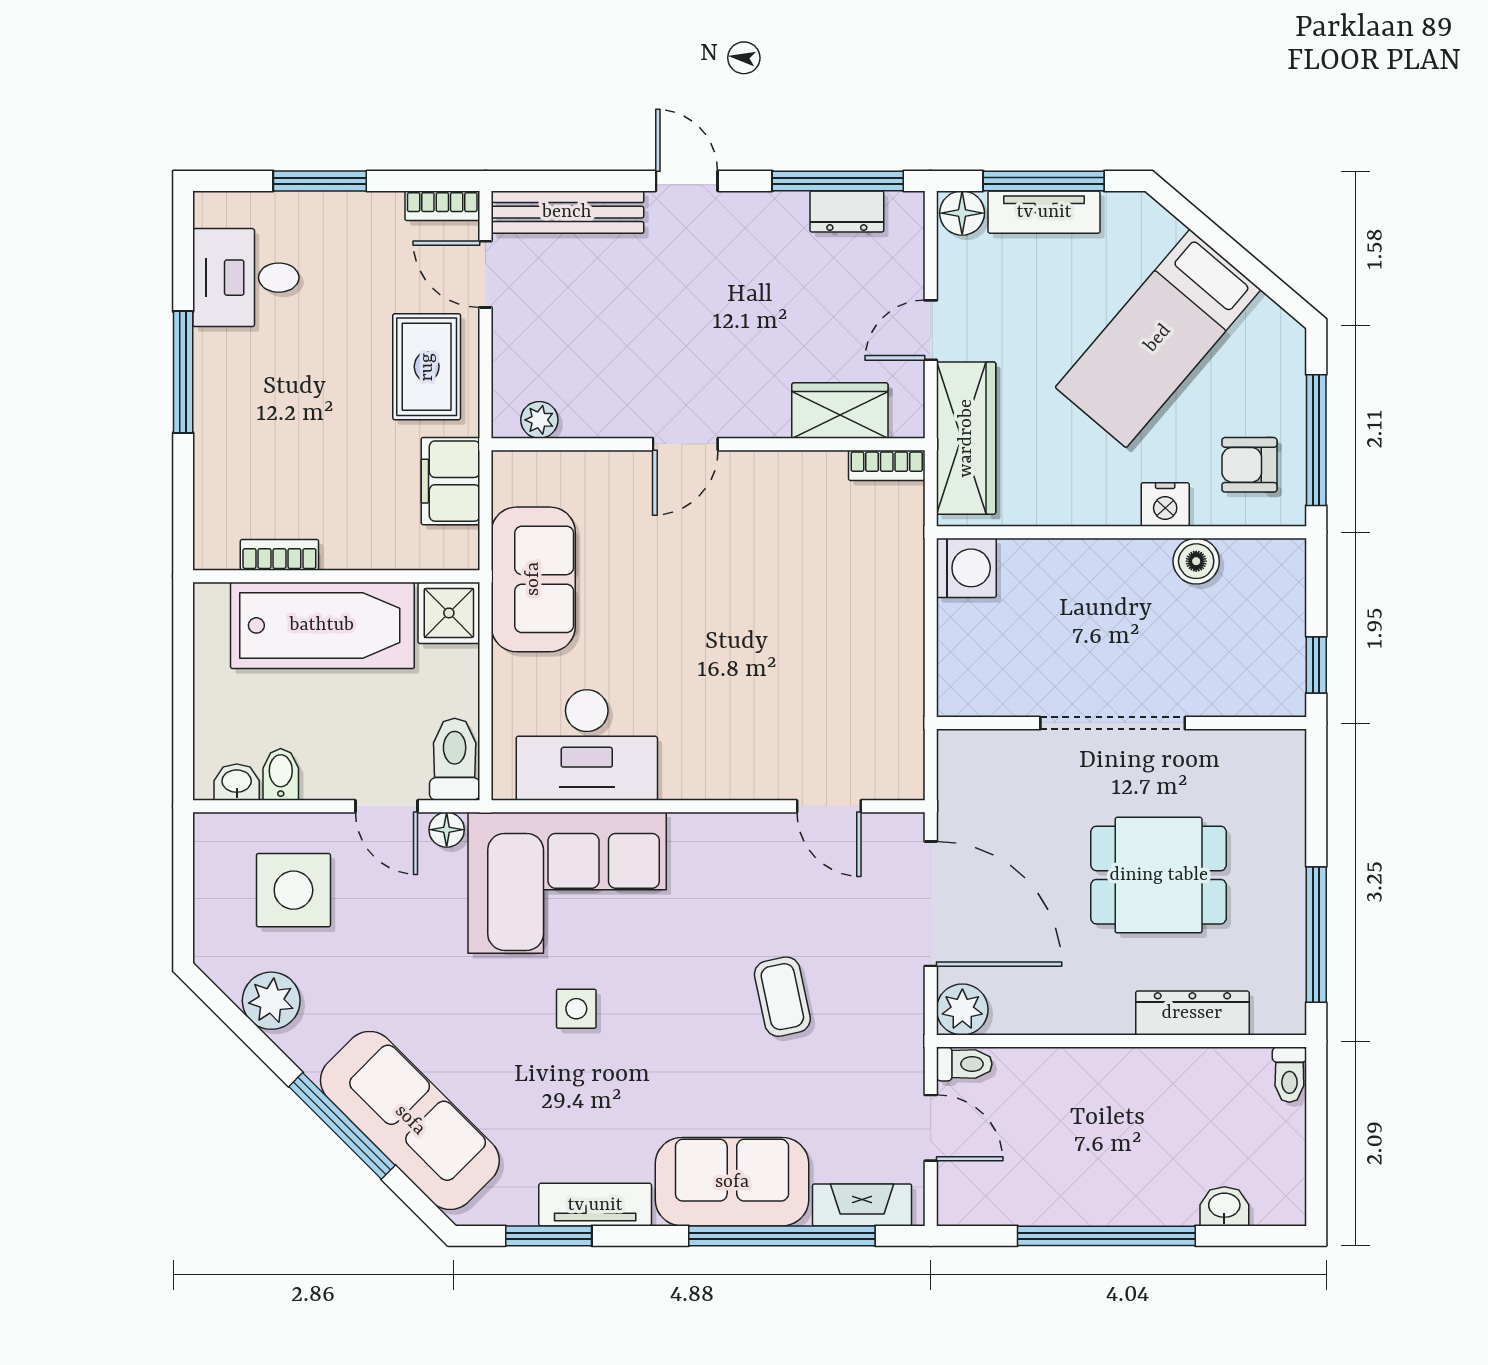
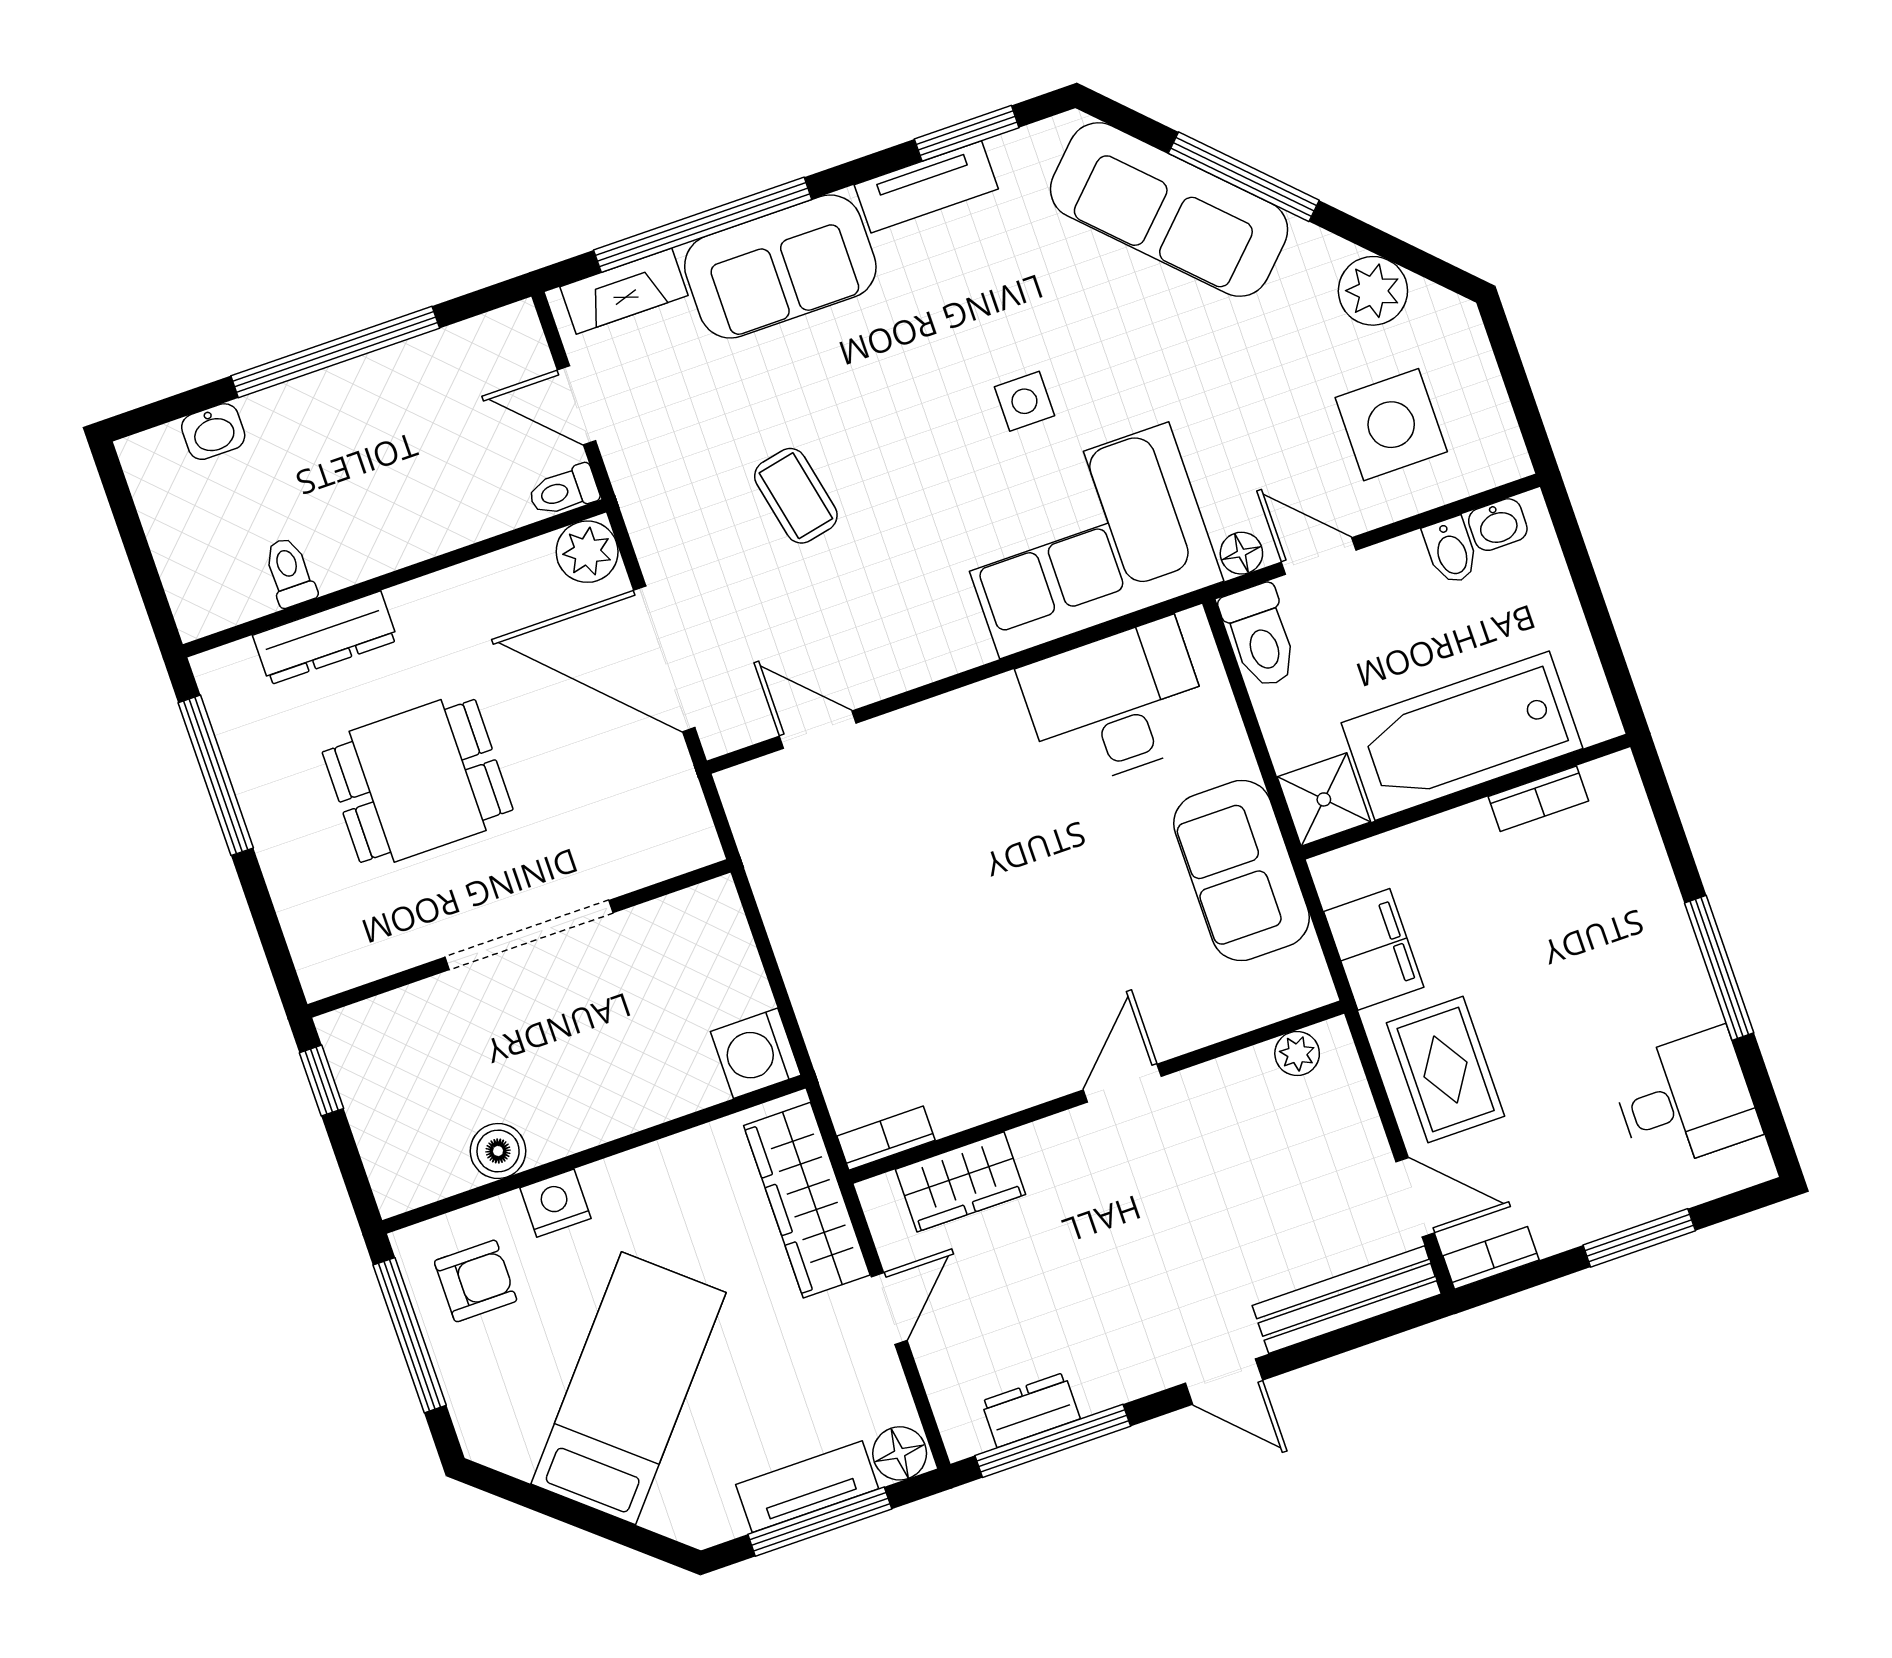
toilet: (1289, 1075) -> (290, 572), moved

